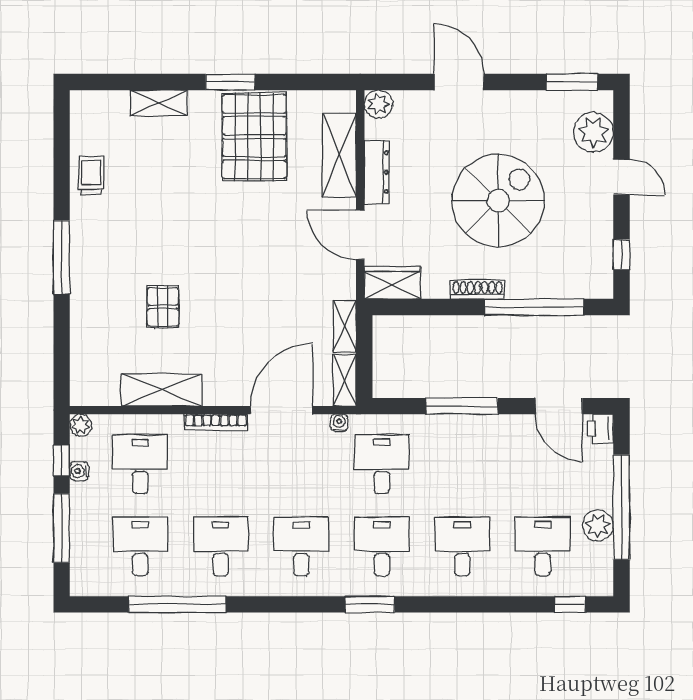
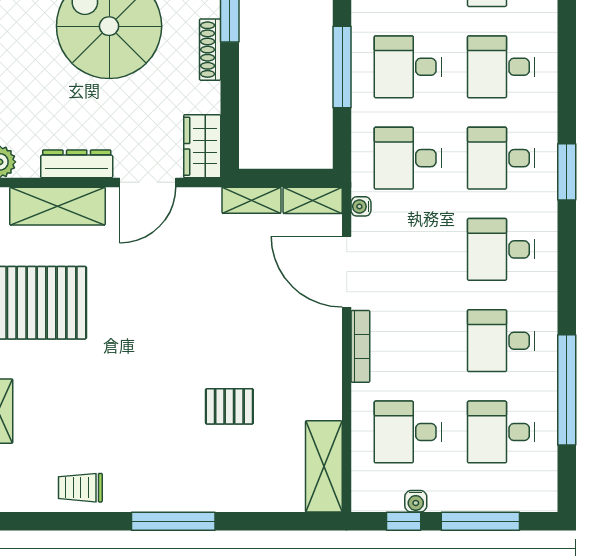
shelving: (162, 390) -> (324, 466), moved
plant: (81, 425) -> (364, 500), removed
desk: (462, 464) -> (408, 67), added

